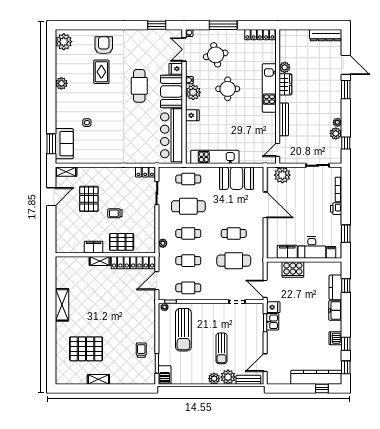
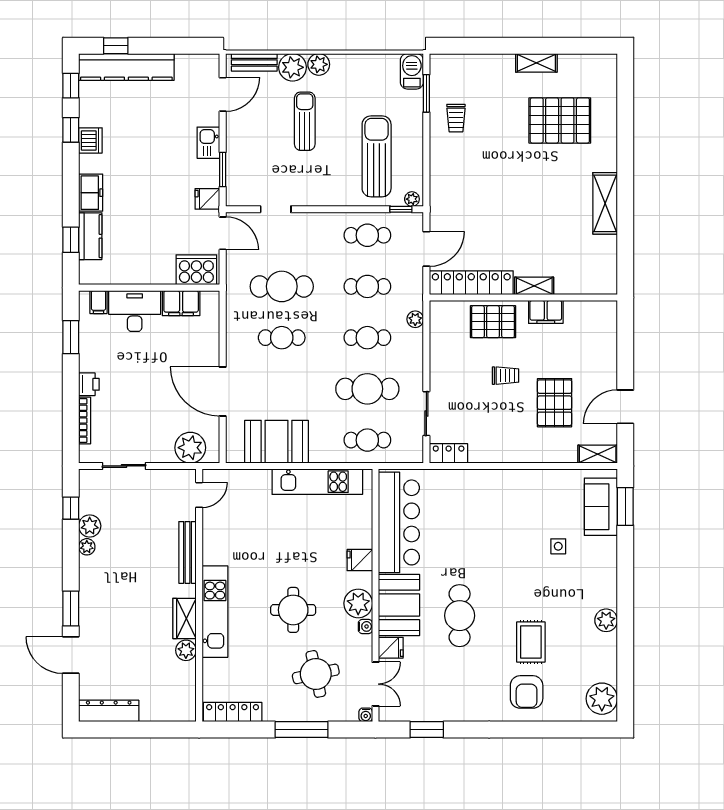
cooker: (293, 270) -> (196, 270), moved
kitchen sink: (273, 322) -> (208, 143), moved

